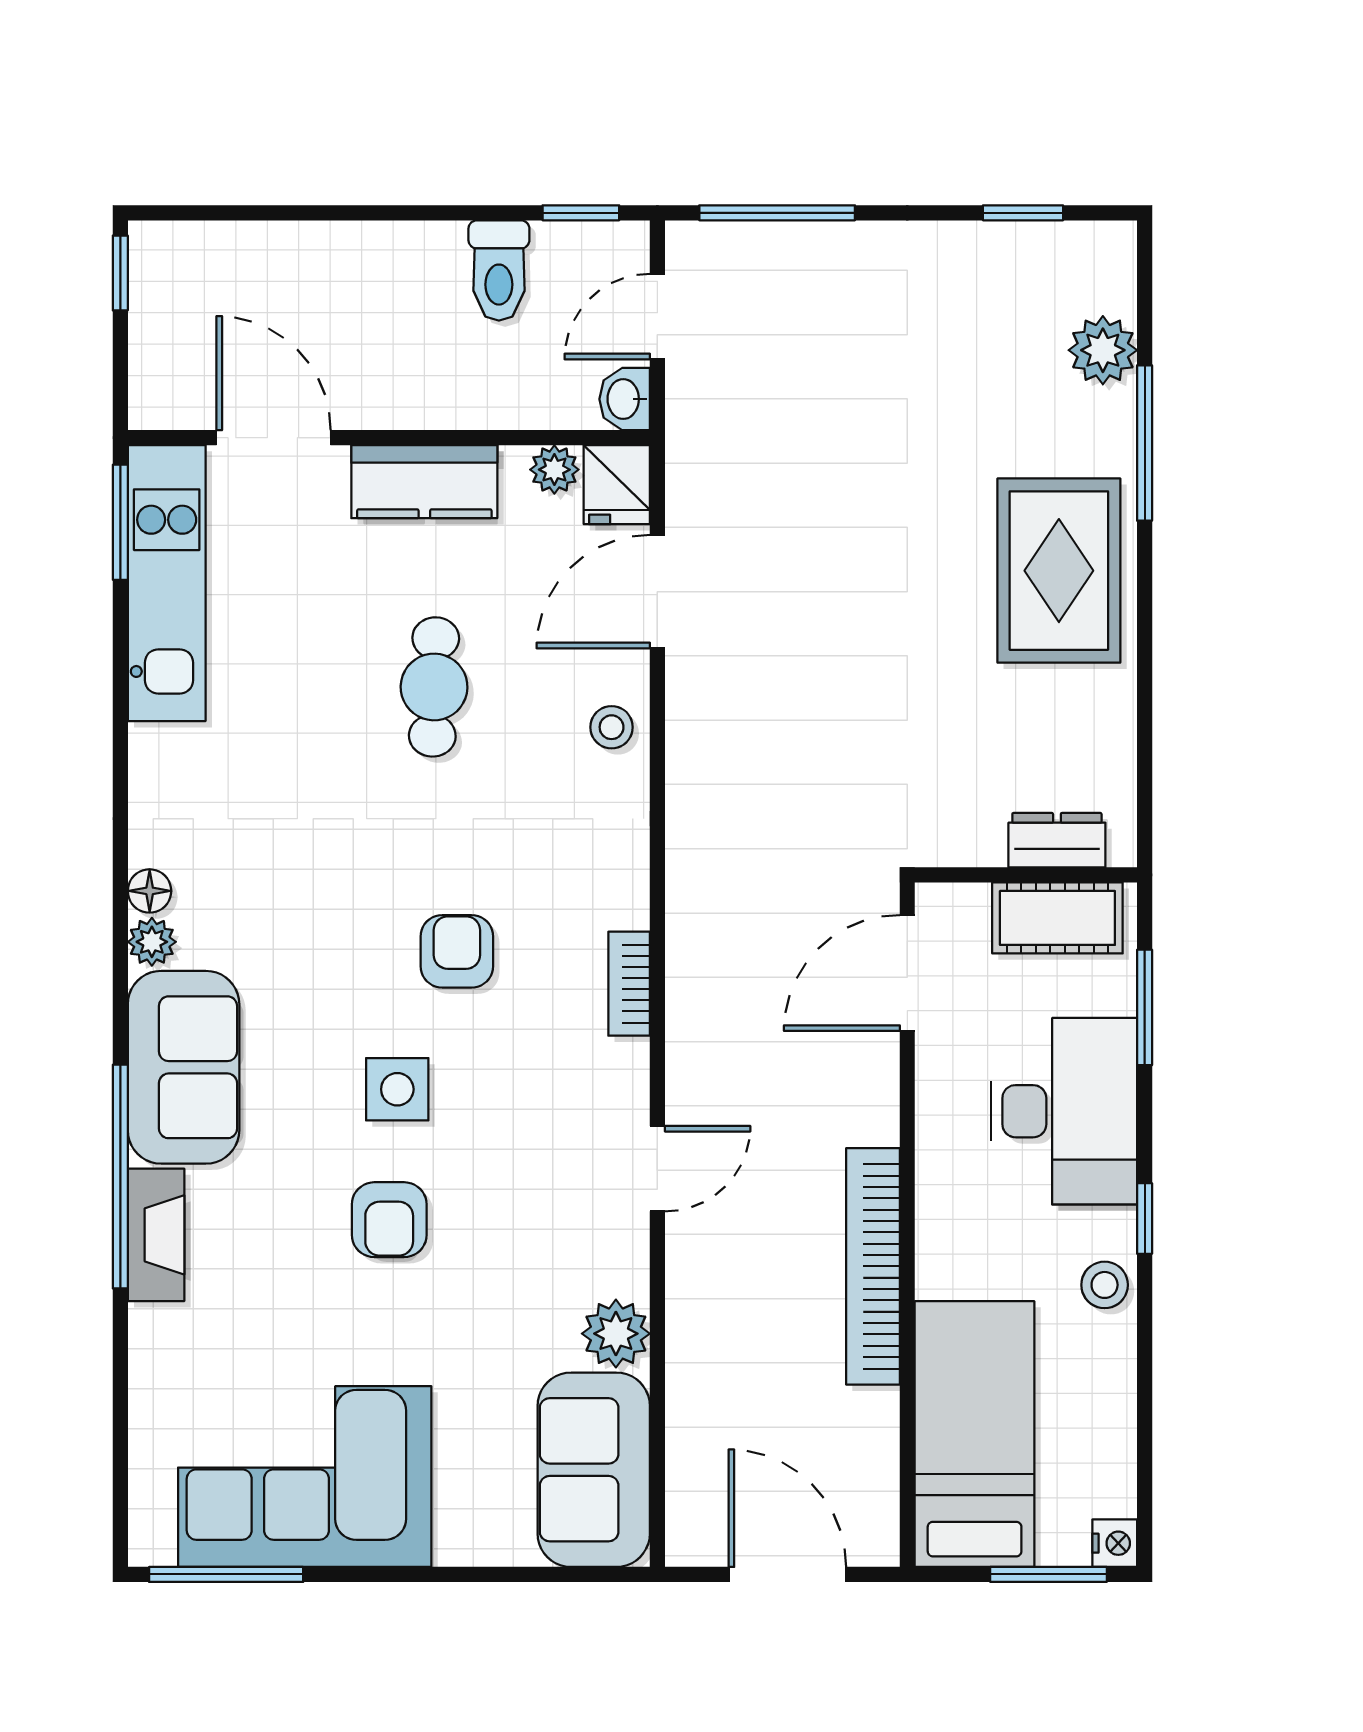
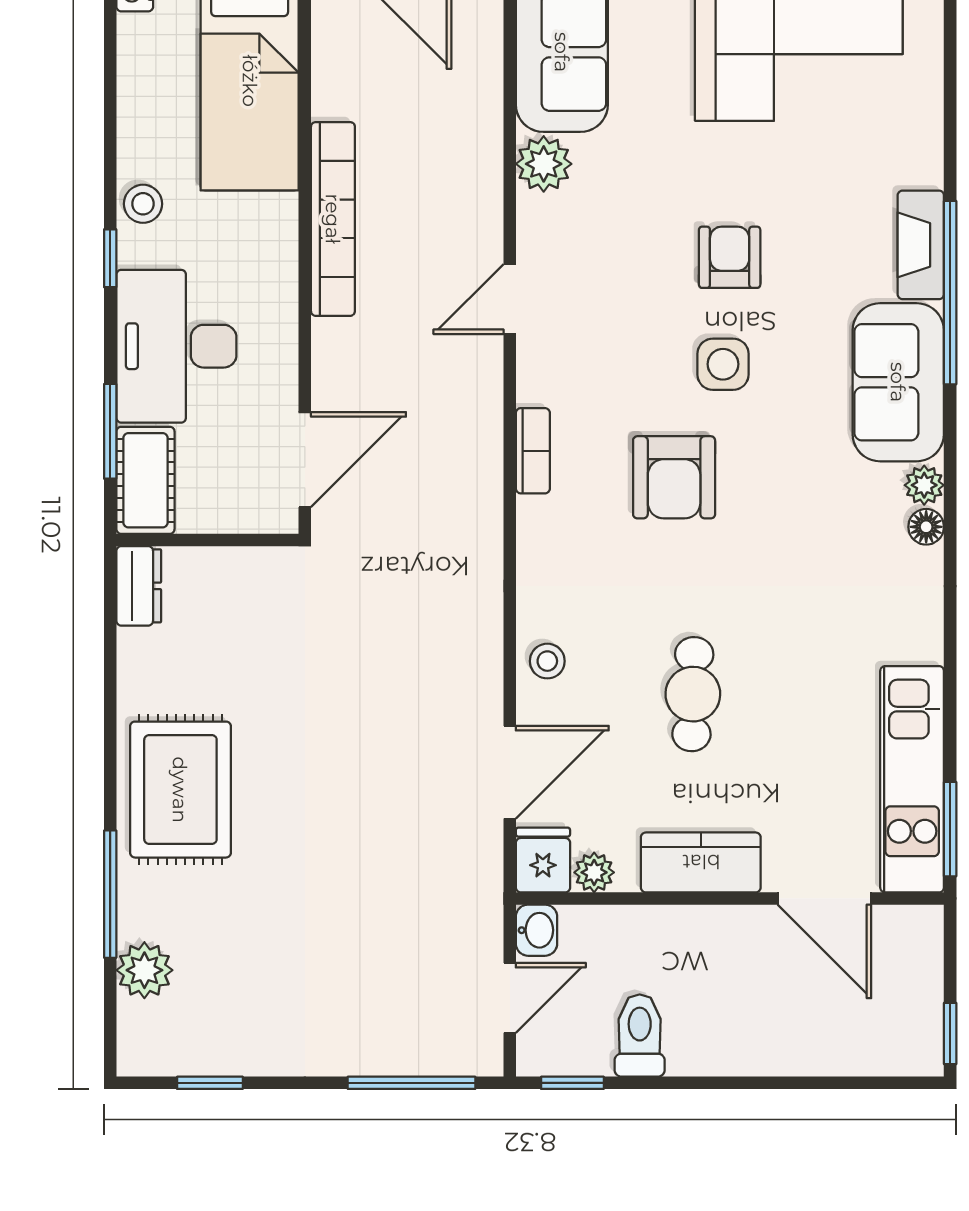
dresser: (1057, 840) -> (139, 586), moved, turned -90
cot: (1057, 918) -> (145, 480), moved, turned 90
armchair: (457, 951) -> (674, 477), width x1.38, depth x1.38

